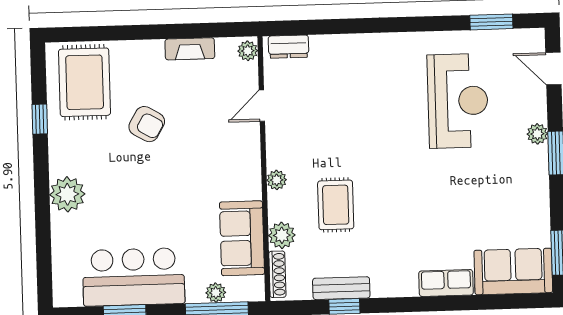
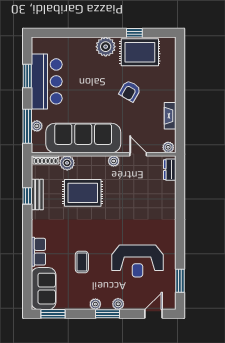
rug: (85, 82) -> (140, 52), moved
plant: (539, 176) -> (95, 304), added
plant: (277, 180) -> (114, 161), moved
plant: (67, 194) -> (106, 47), moved
coffee table: (463, 203) -> (82, 262), added
rug: (336, 205) -> (83, 193), width x1.36, depth x1.43
sofa: (242, 238) -> (83, 138), width x1.85, depth x1.27

